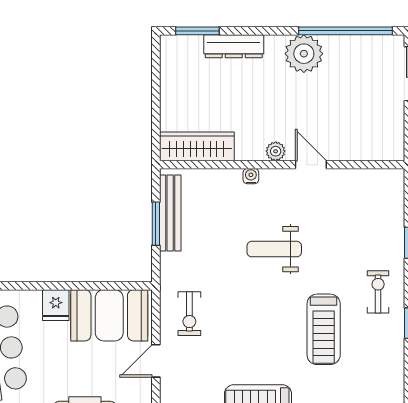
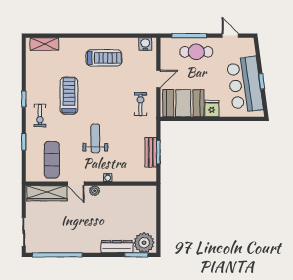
plant: (304, 54) -> (144, 243), moved
wardrobe: (197, 146) -> (47, 193), moved
exercise mat: (356, 209) -> (52, 160), added
bench: (170, 213) -> (151, 152), width x0.73
weight bench: (274, 249) -> (95, 138), turned -90

